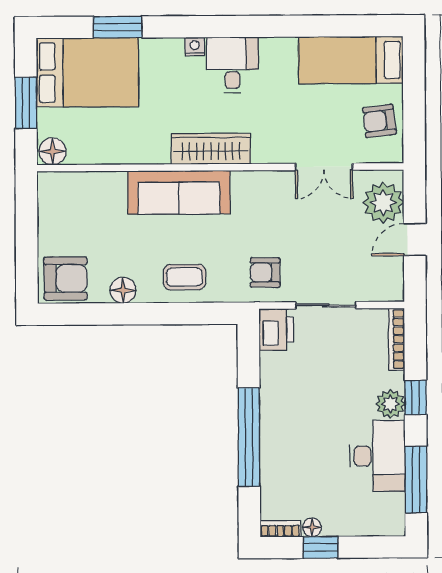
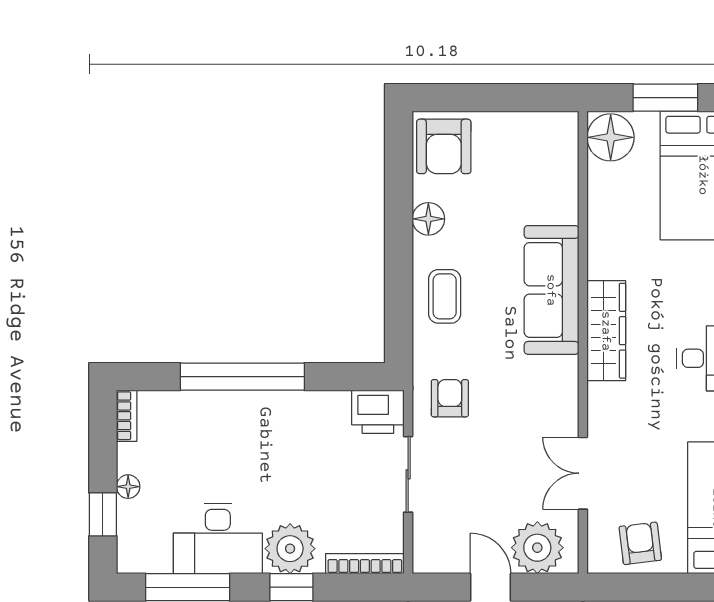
floor lamp: (53, 151) -> (611, 137), width x1.38, depth x1.38
plant: (390, 404) -> (290, 549), width x1.36, depth x1.36
floor lamp: (312, 527) -> (128, 487), moved
window: (321, 547) -> (103, 514), moved

